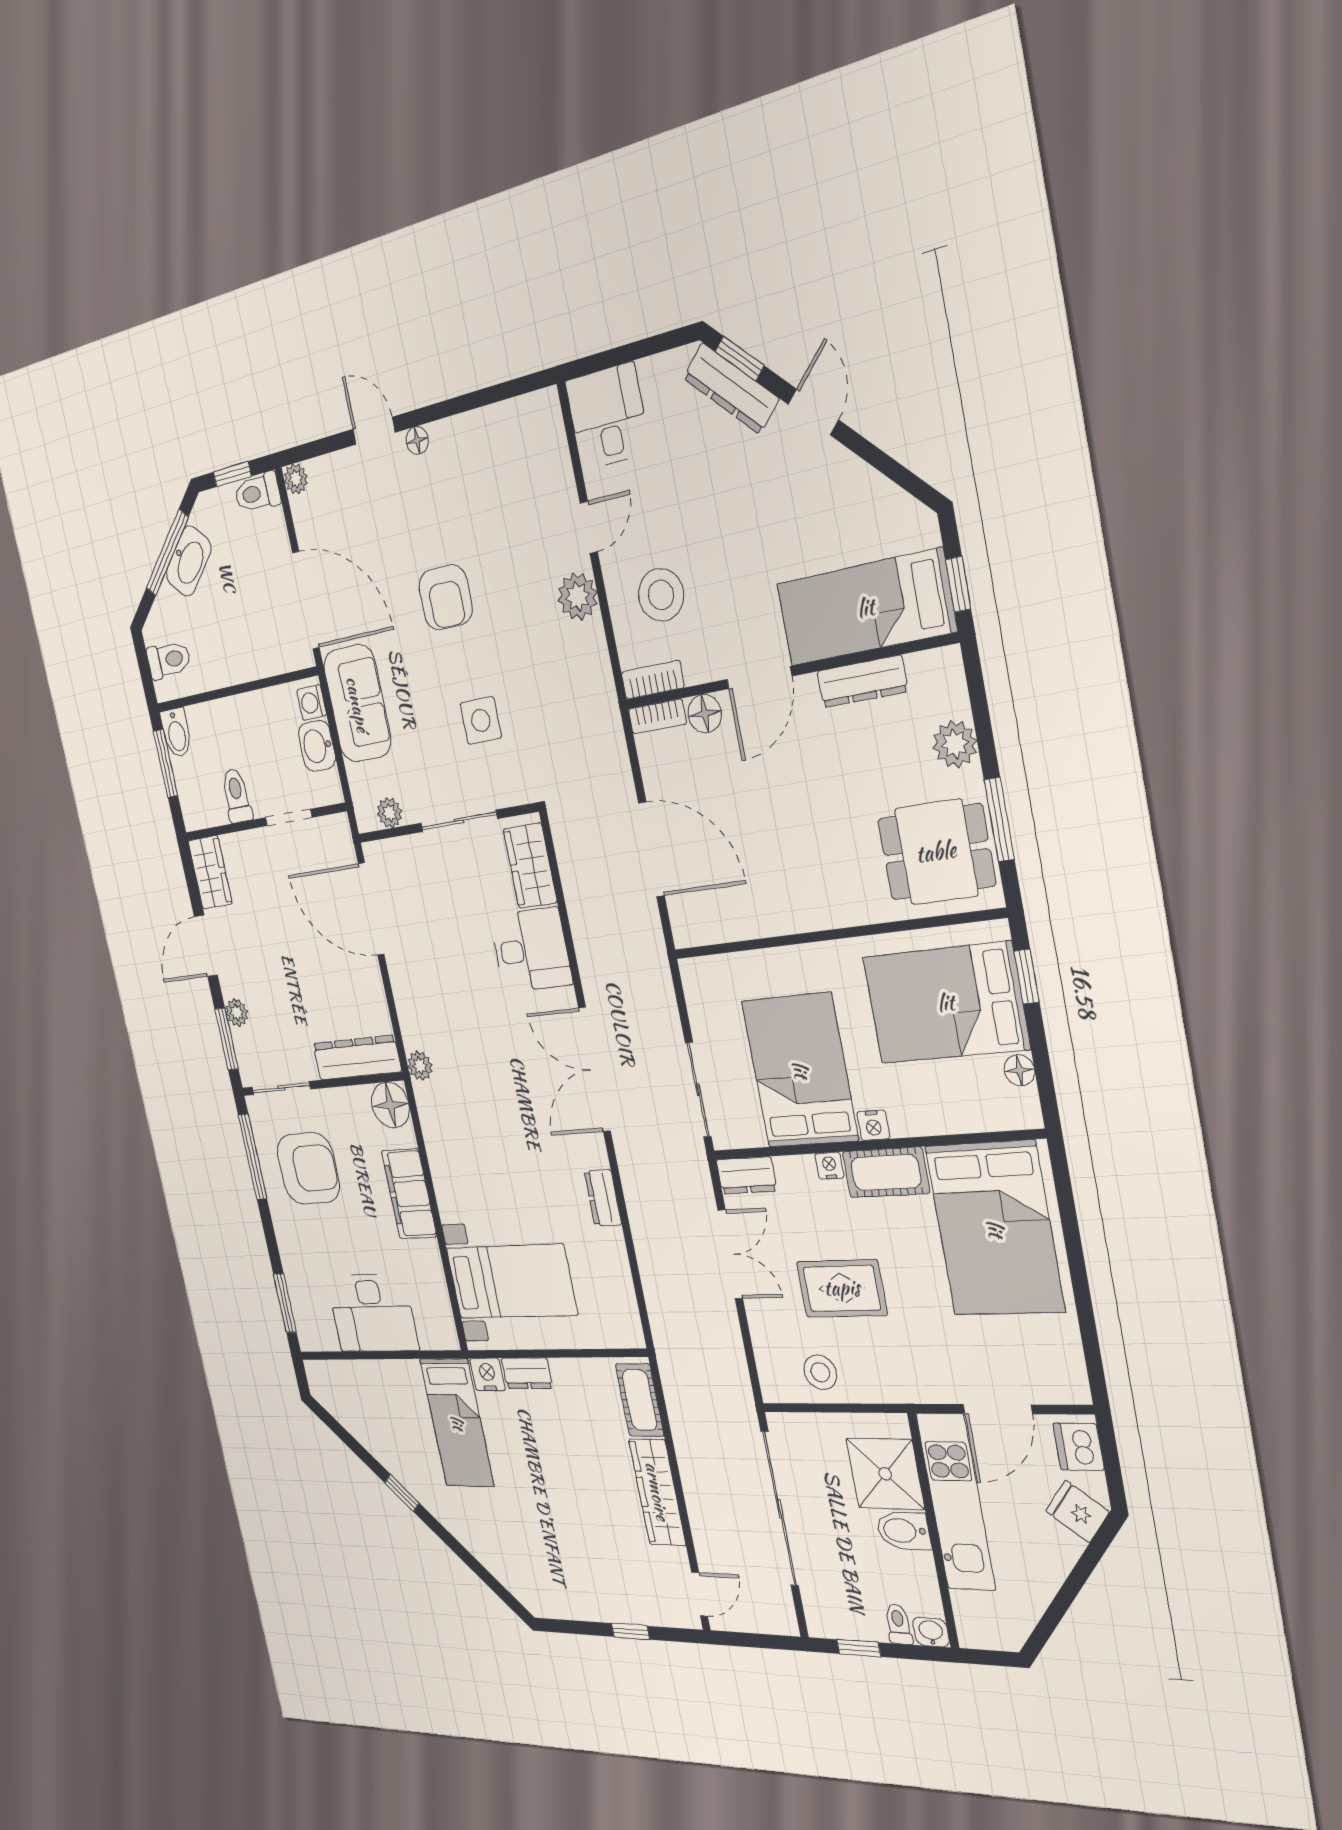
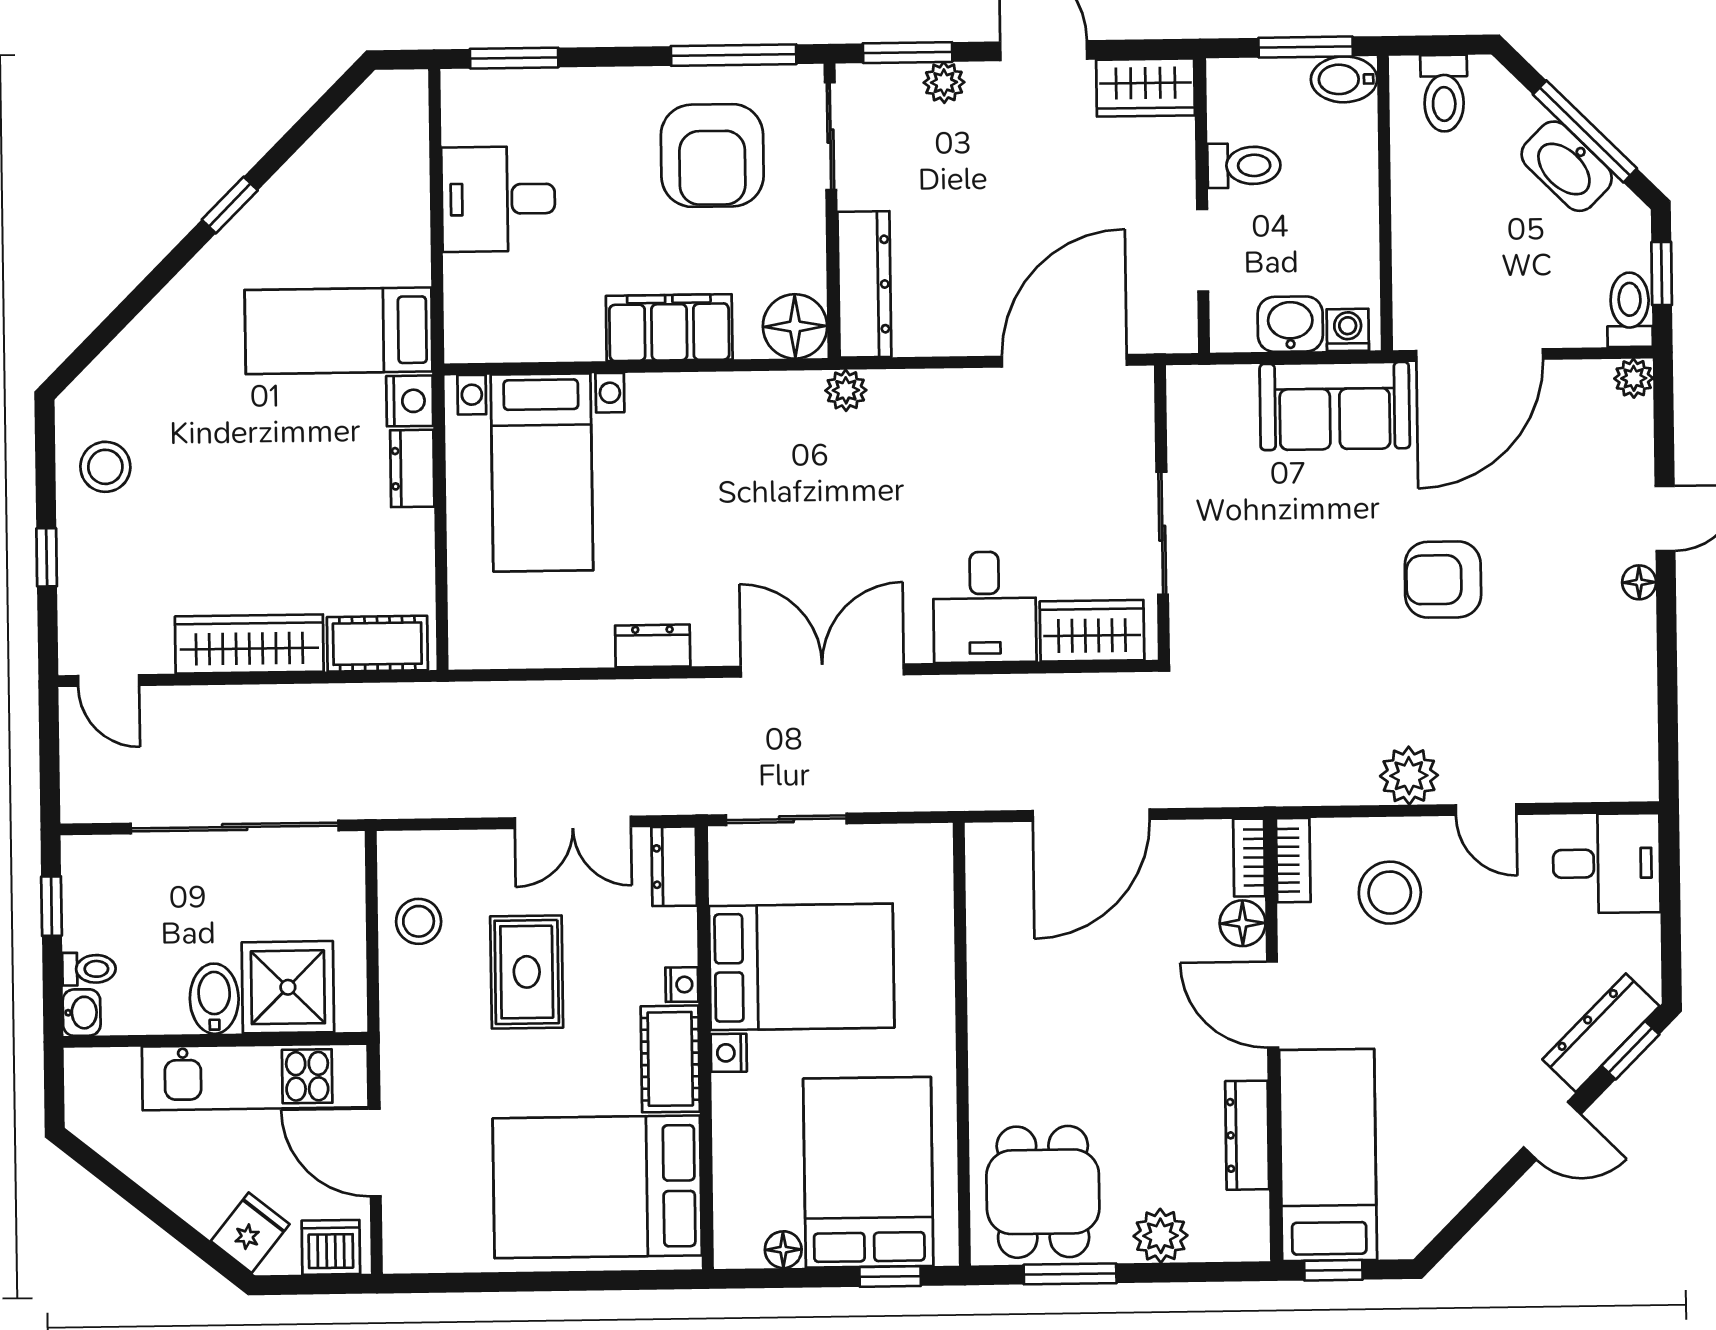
side table: (481, 720) -> (1283, 597), removed
plant: (390, 813) -> (1187, 424), removed
desk: (372, 1313) -> (498, 199), width x0.73
stool: (568, 1586) -> (105, 467), added

